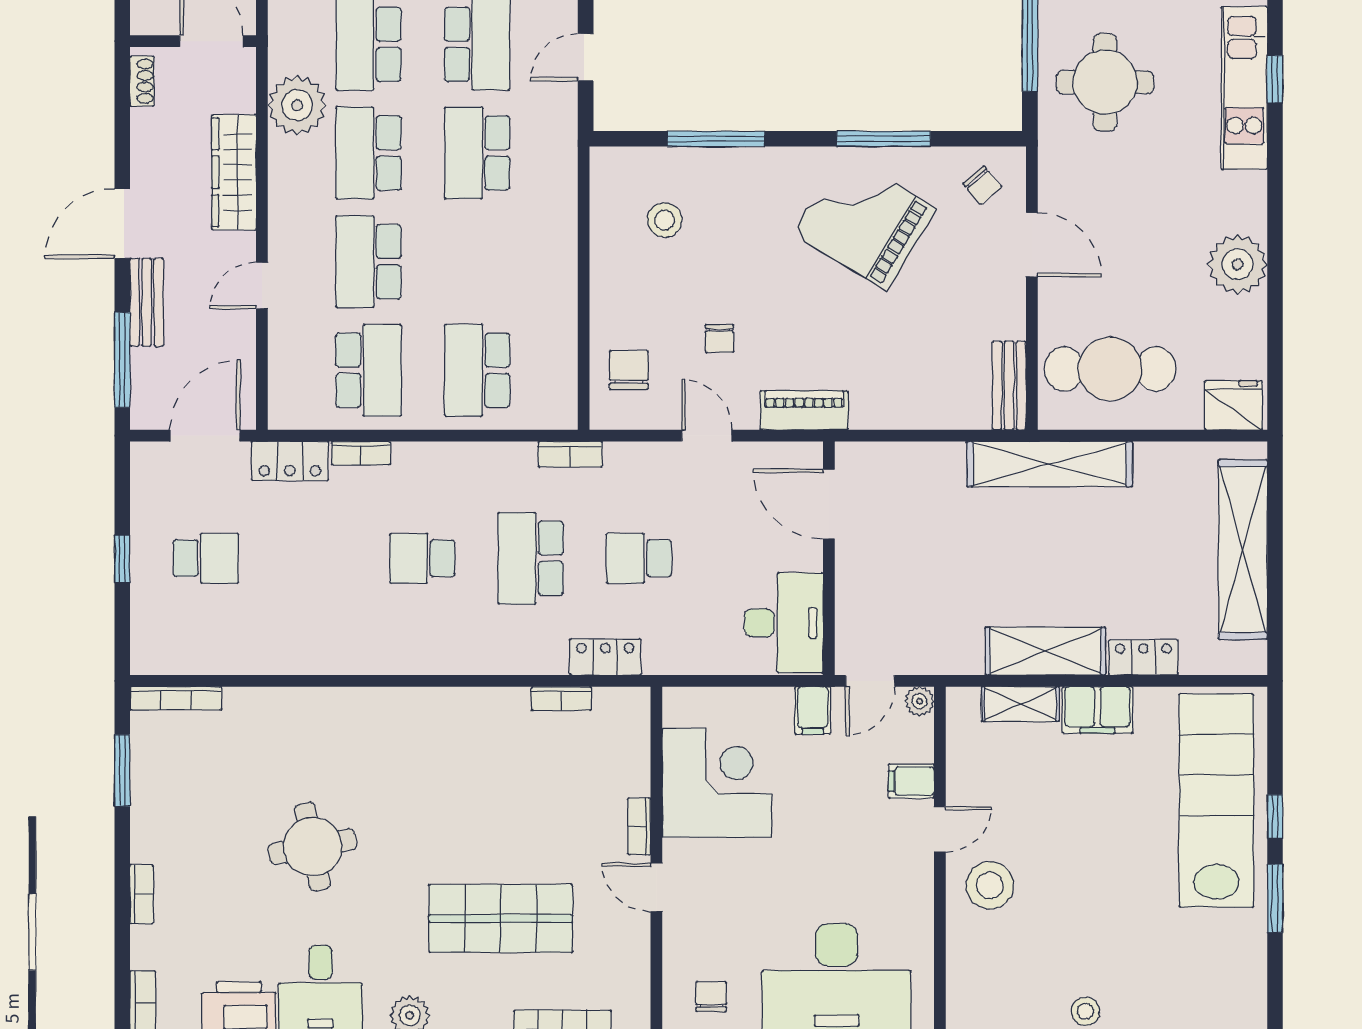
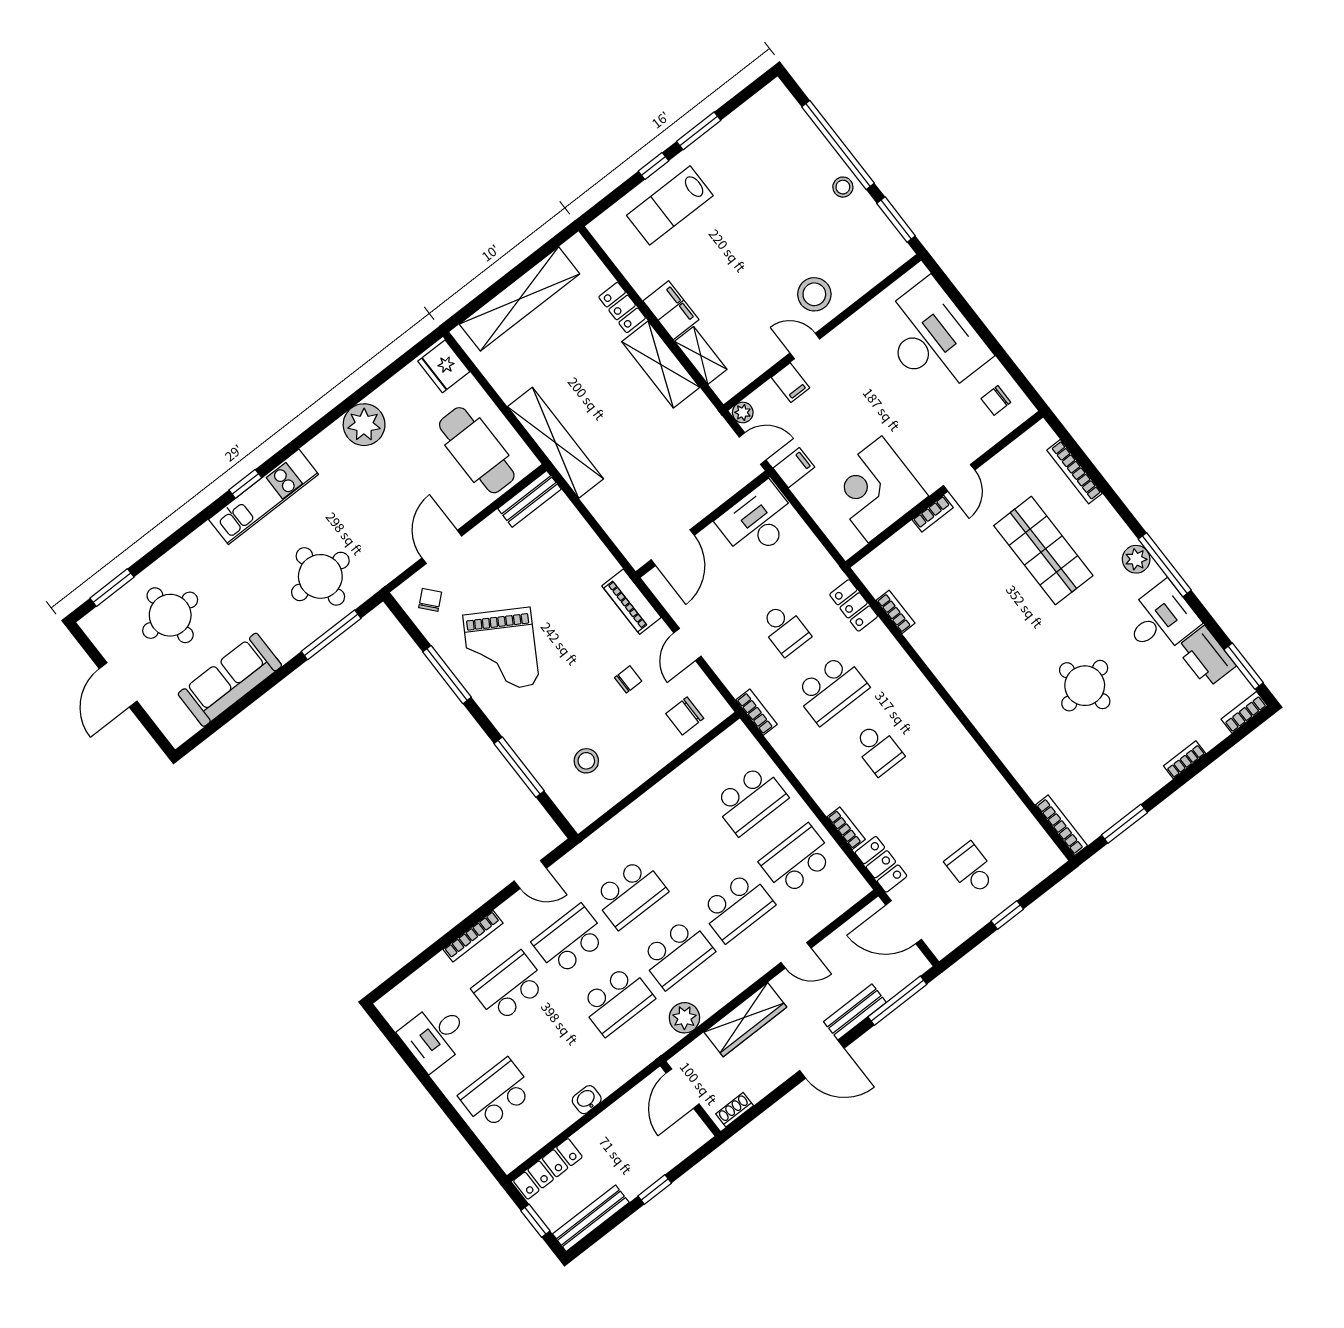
plant: (297, 105) -> (684, 1018), width x0.73, depth x0.73
lab bench: (1216, 801) -> (670, 205), width x0.54, depth x0.72

